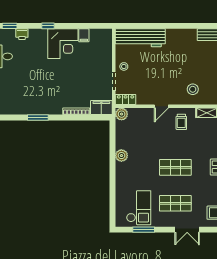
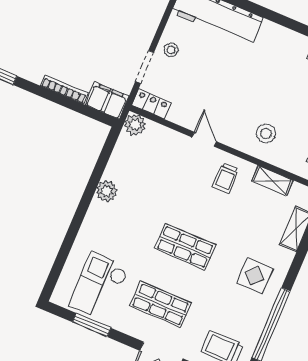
door: (161, 106) -> (204, 139), swing flipped
checkout: (139, 208) -> (99, 286), turned 180

